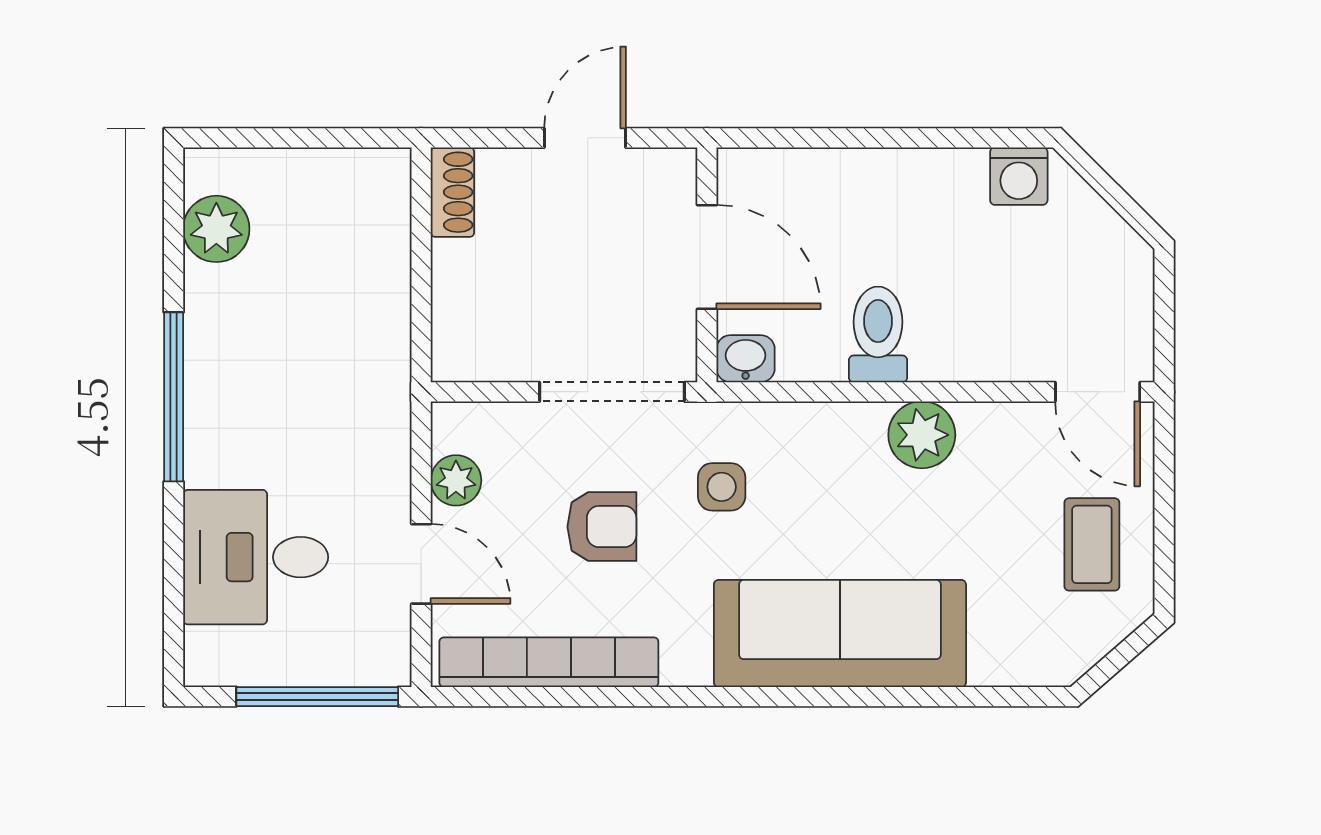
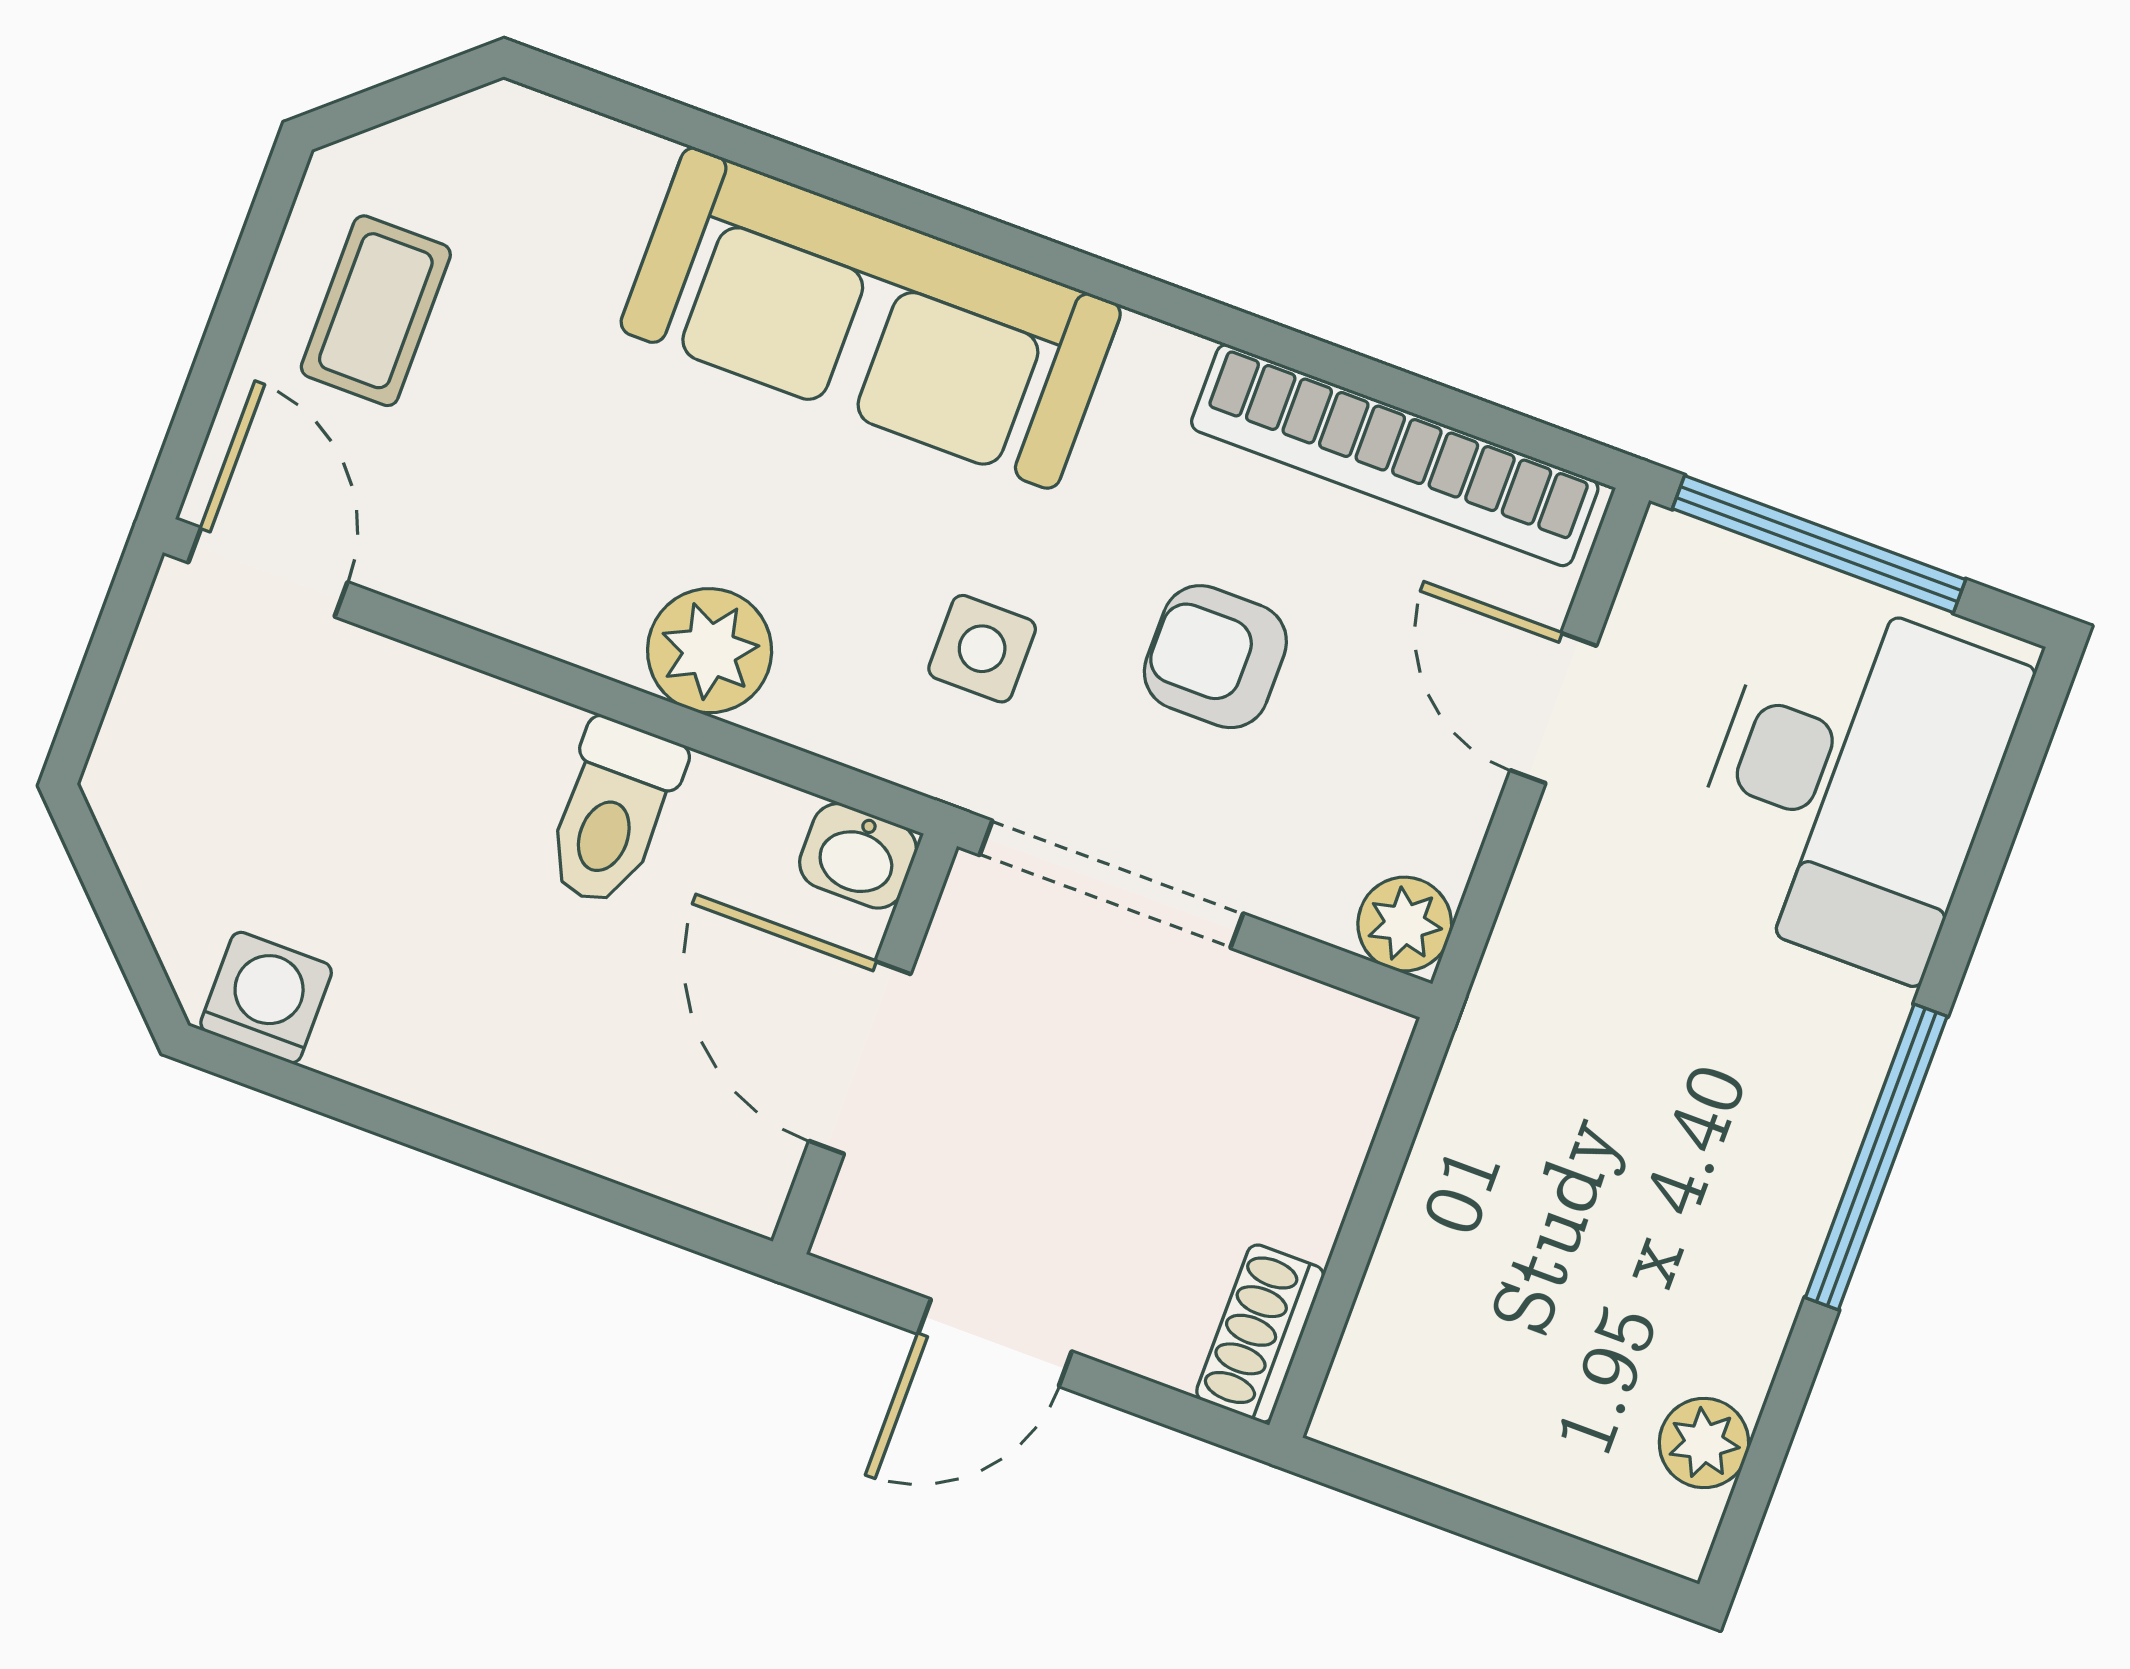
plant: (216, 229) -> (1704, 1443), width x0.73, depth x0.73
plant: (922, 435) -> (710, 651), moved
plant: (456, 480) -> (1405, 924), moved
desk: (256, 557) -> (1853, 783), width x1.37

